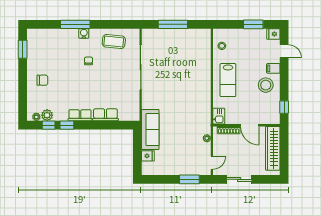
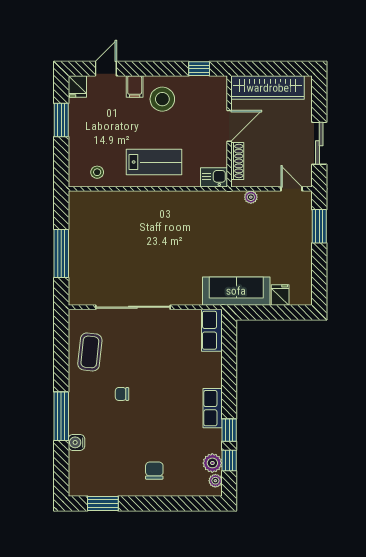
water cooler: (84, 33) -> (76, 442), moved
row of seats: (105, 115) -> (212, 330), moved

